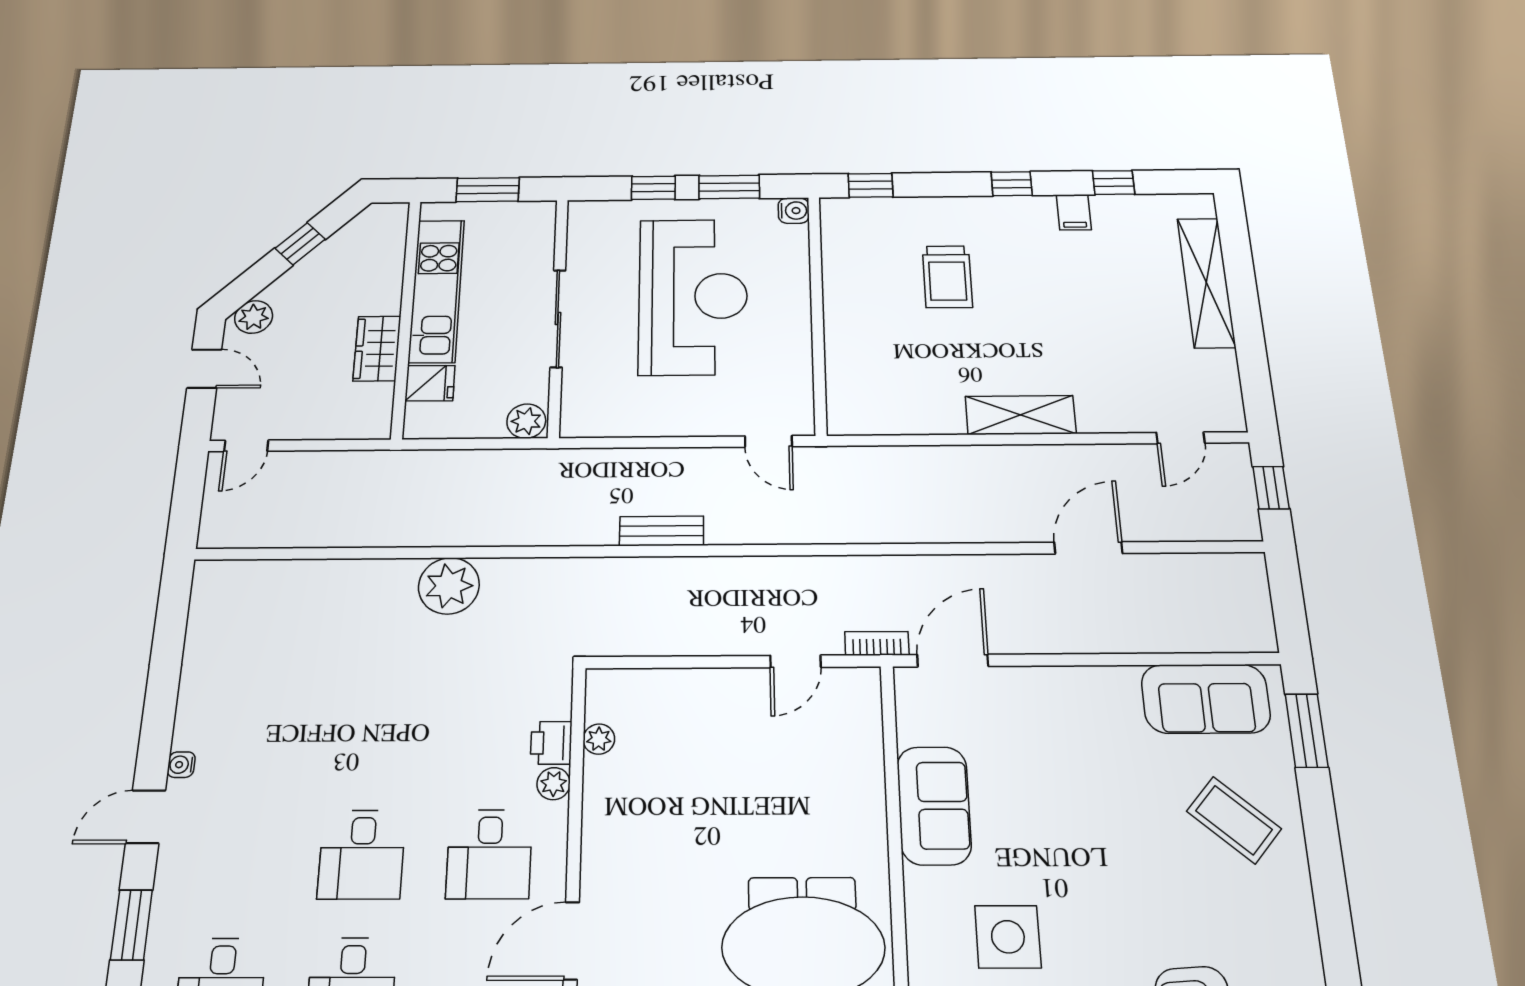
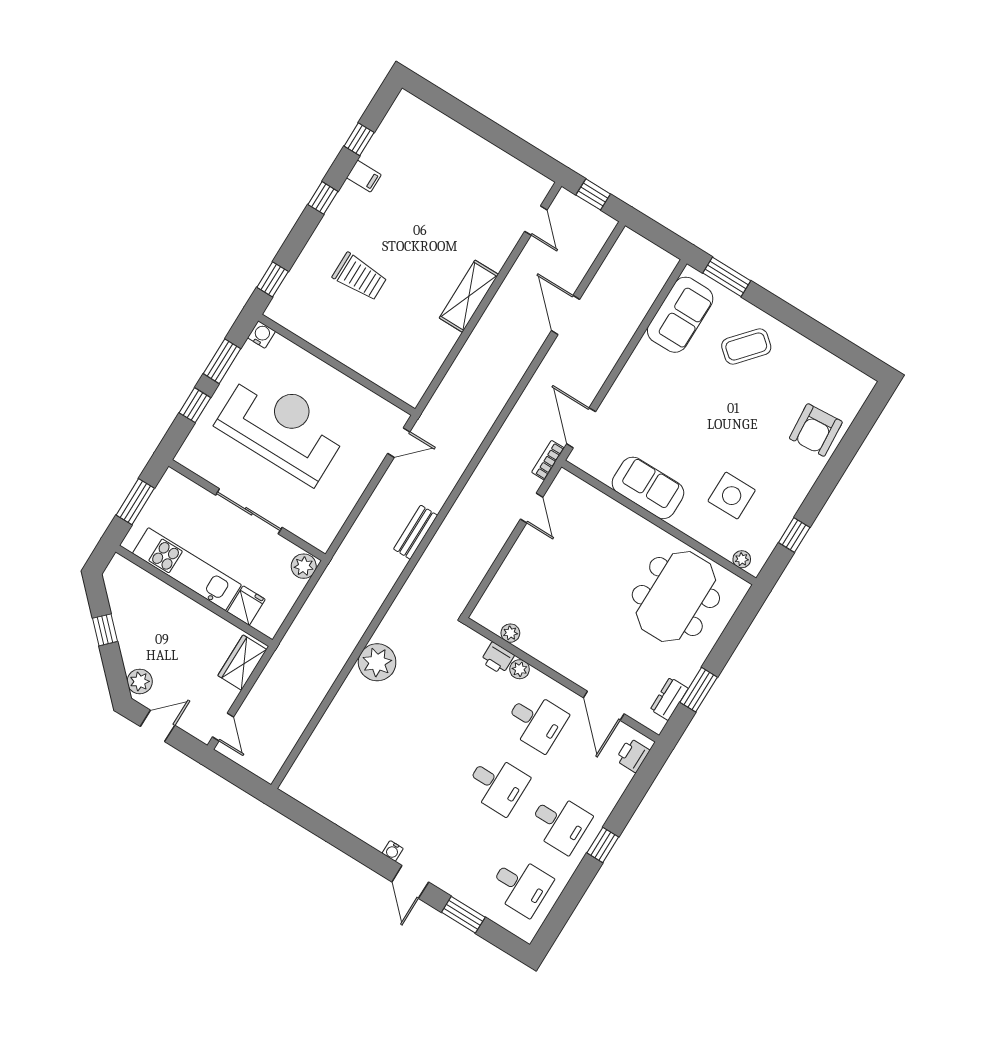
shelving: (1206, 282) -> (454, 136), removed
wardrobe: (377, 348) -> (242, 663), moved, turned 90

